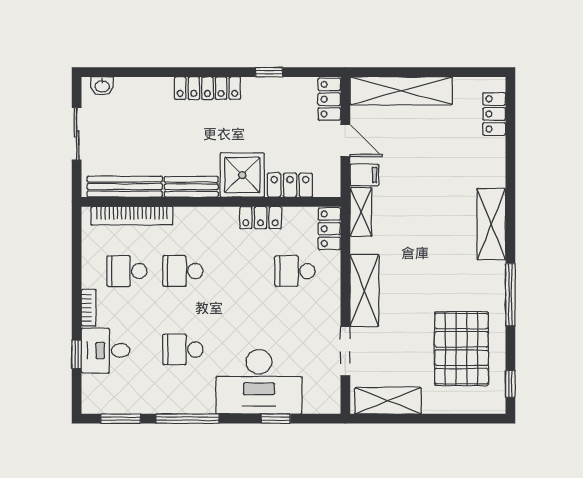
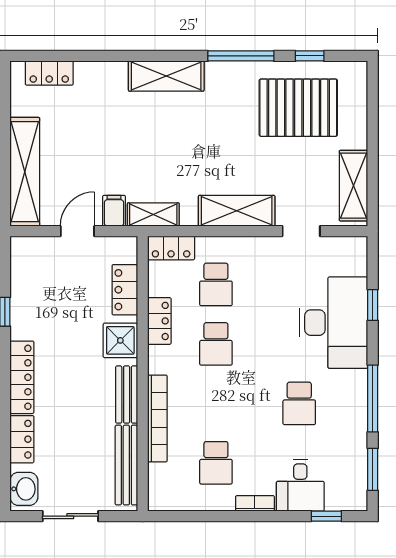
washbasin: (102, 86) -> (24, 489), width x1.38, depth x1.45
locker: (329, 99) -> (22, 439), moved, turned -90
shower: (242, 175) -> (120, 340), width x0.73, depth x0.73
bookcase: (132, 216) -> (157, 418), moved
school desk: (183, 271) -> (216, 344), moved
doorway: (345, 351) -> (301, 231), width x0.73
window: (77, 354) -> (326, 516), moved
window: (510, 384) -> (310, 56), moved

